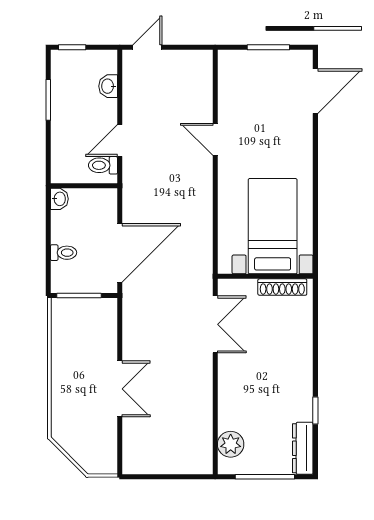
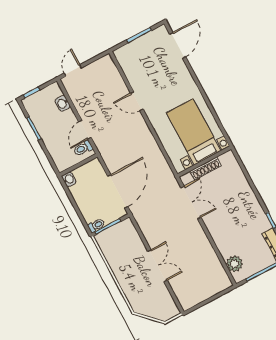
toilet: (64, 253) -> (96, 225), moved
shoe rack: (282, 287) -> (206, 168), moved

